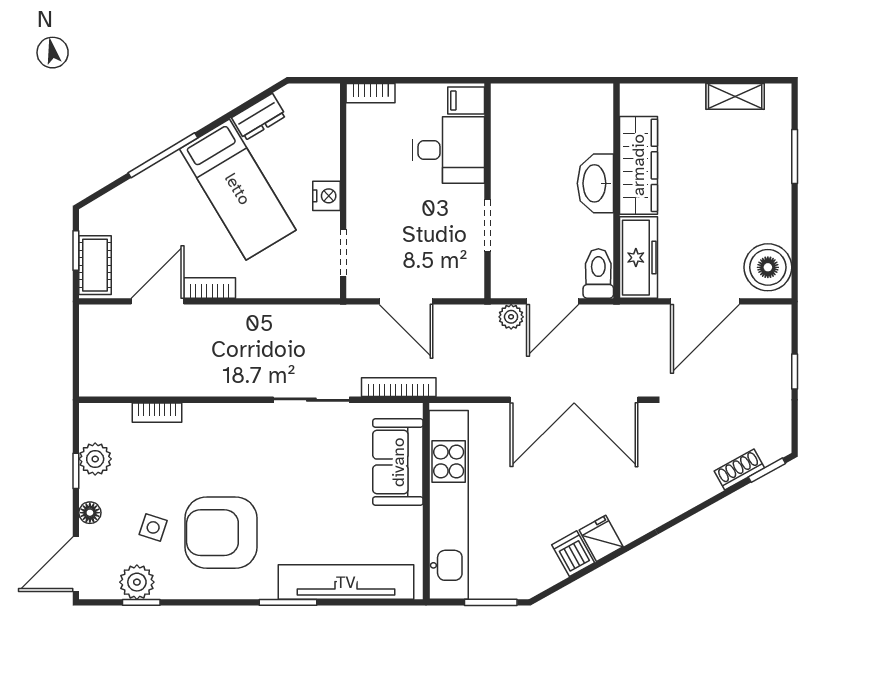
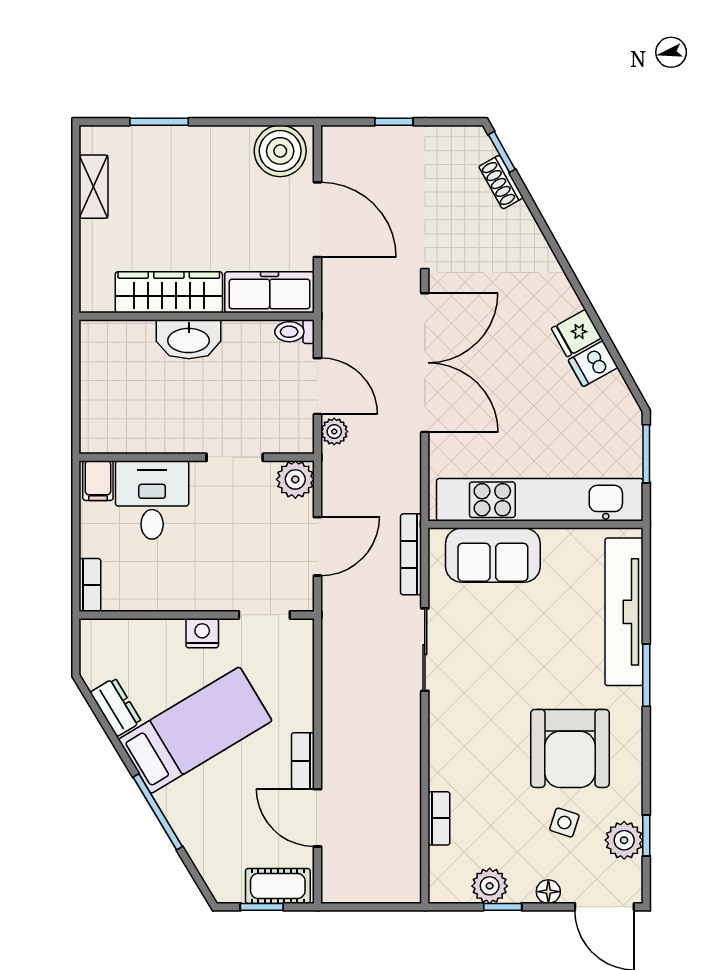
toilet: (598, 274) -> (295, 332), width x0.73, depth x0.72
plant: (467, 281) -> (295, 479), added

